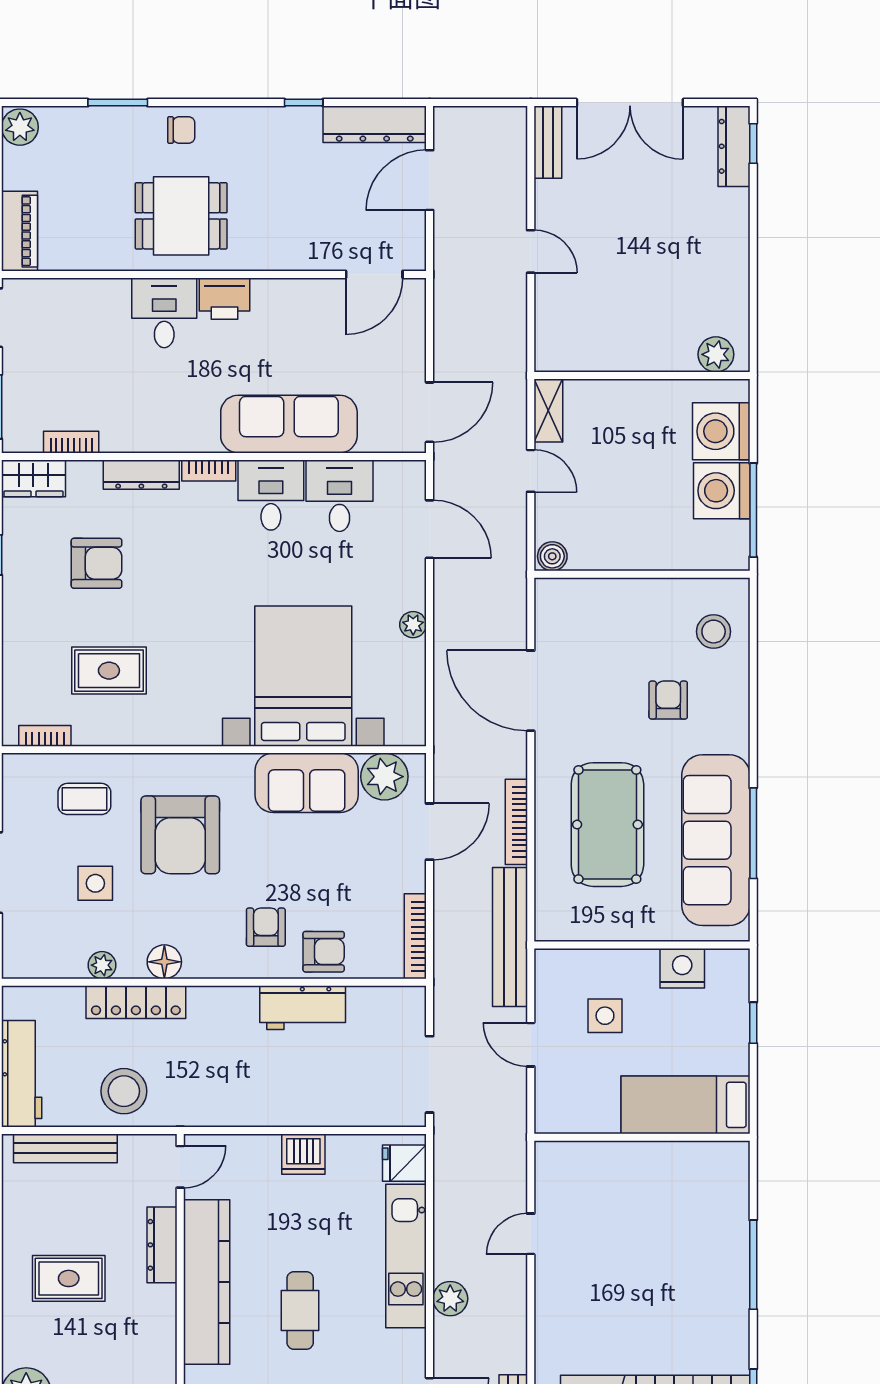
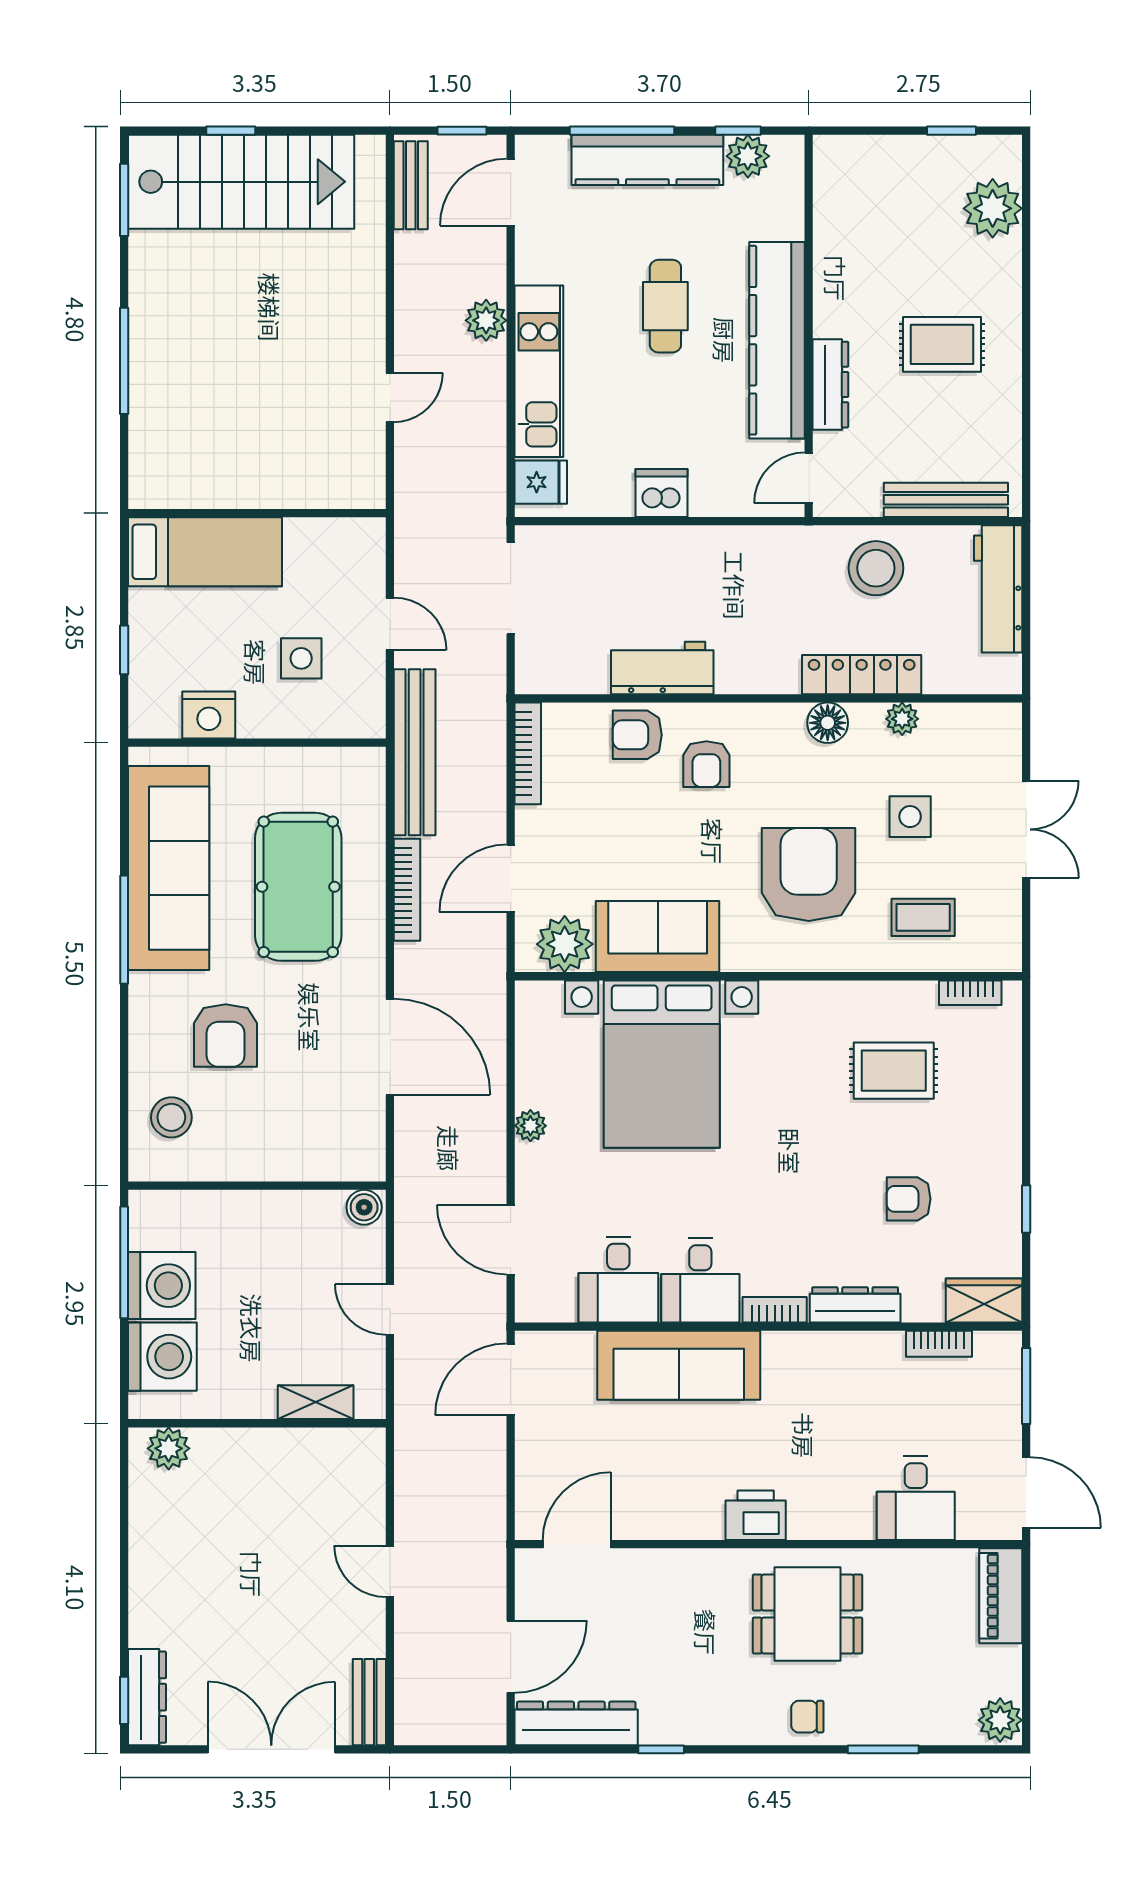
desk: (164, 313) -> (916, 1498), moved
shelving: (548, 411) -> (316, 1402), moved, turned 90
armchair: (96, 563) -> (909, 1199), width x0.72, depth x0.72
armchair: (668, 700) -> (226, 1036), width x1.38, depth x1.38
window: (753, 833) -> (124, 930), moved

